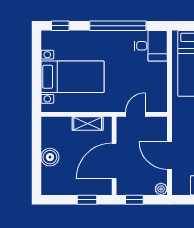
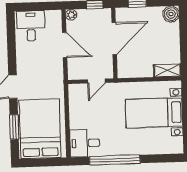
window: (60, 26) -> (167, 158), removed
shelving: (88, 123) -> (167, 71), moved
boiler: (50, 157) -> (171, 14), moved

